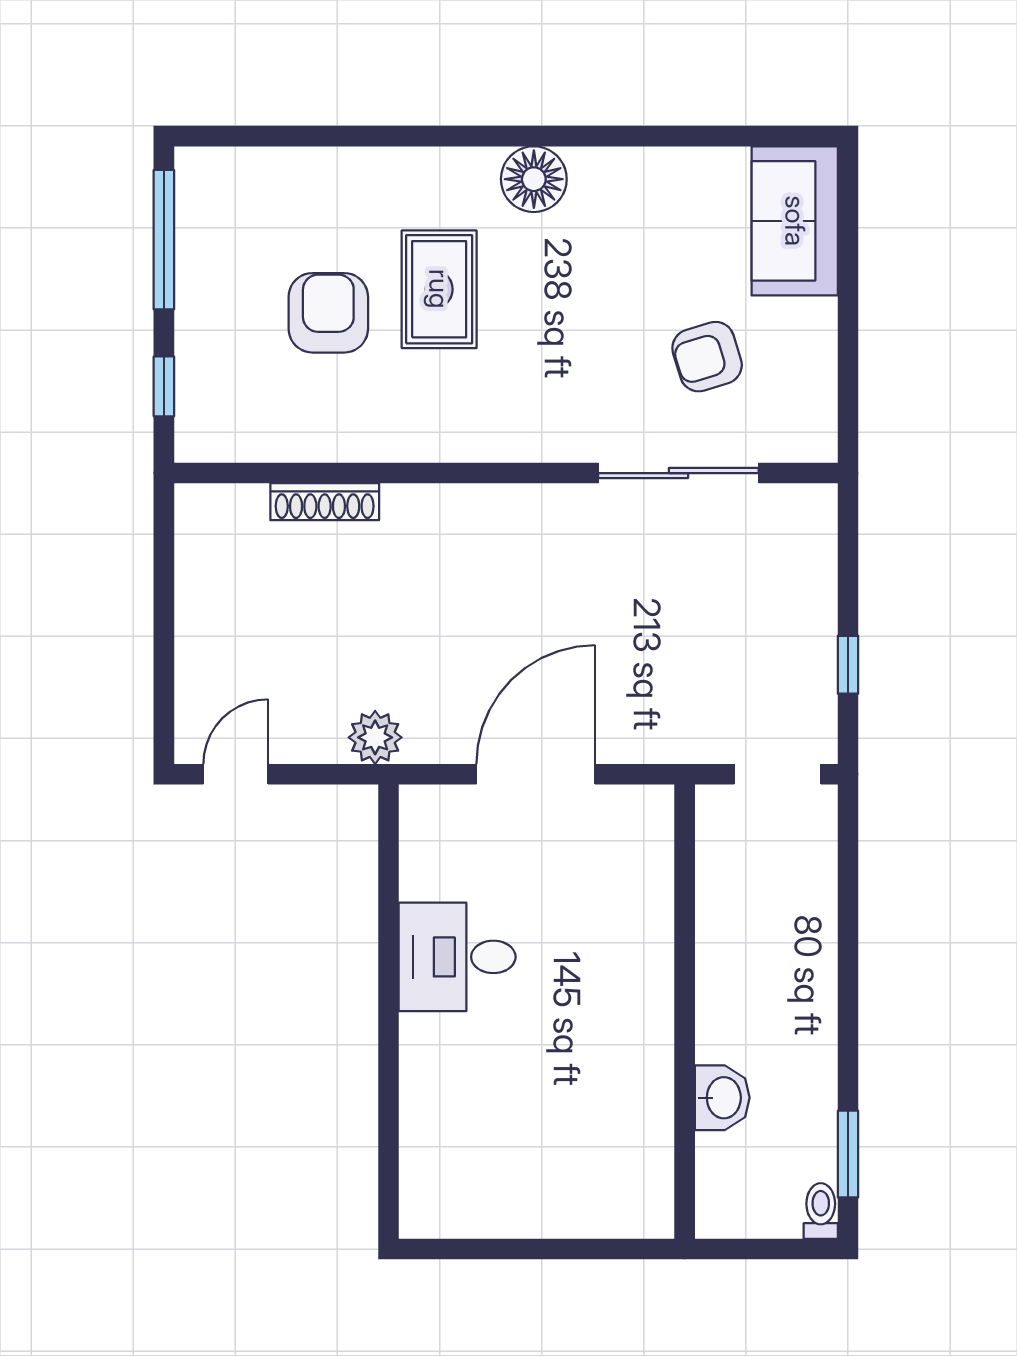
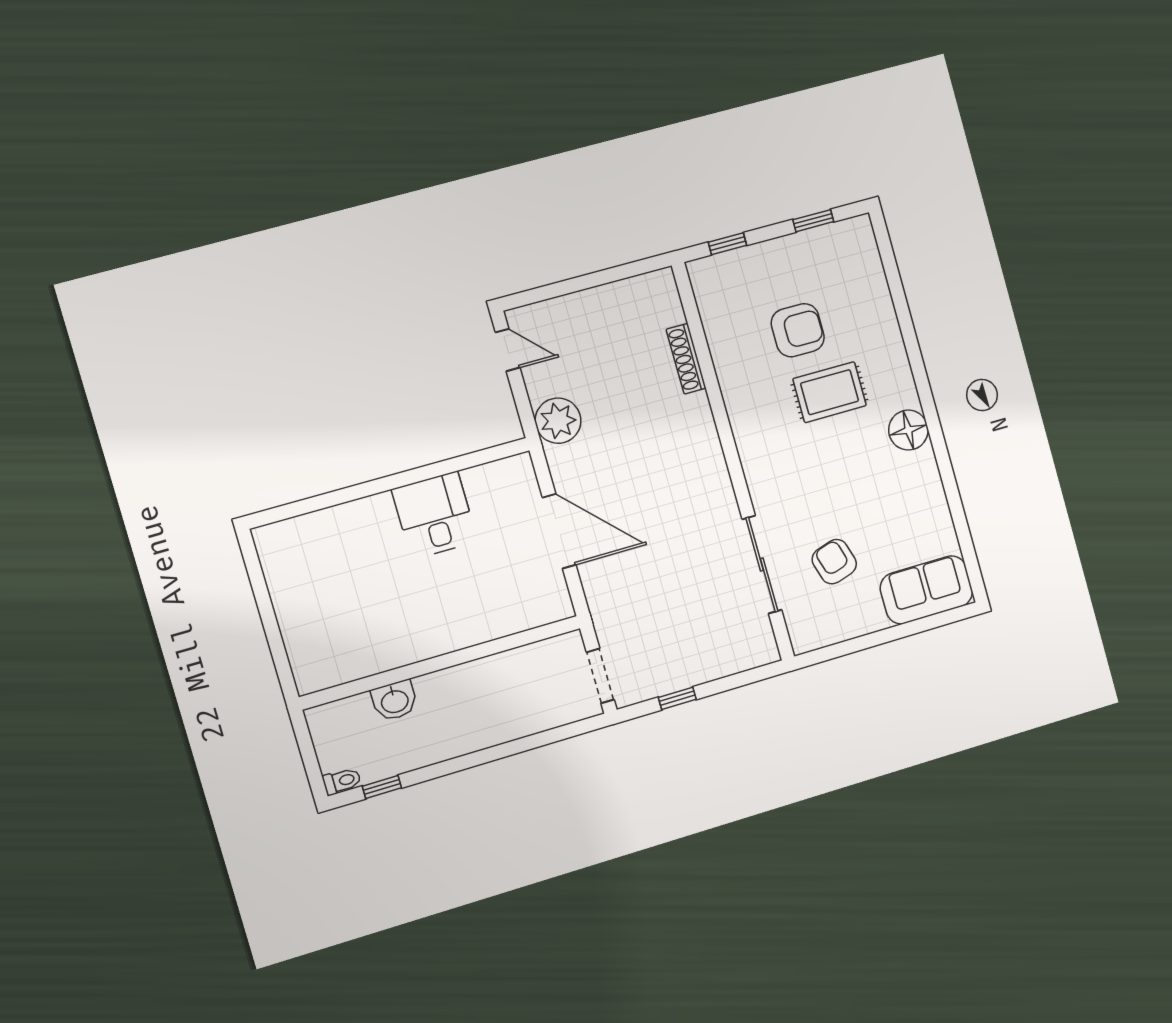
window: (164, 240) -> (813, 221), width x0.46
plant: (375, 737) -> (558, 421), width x1.36, depth x1.36
window: (848, 1154) -> (382, 787), width x0.67

